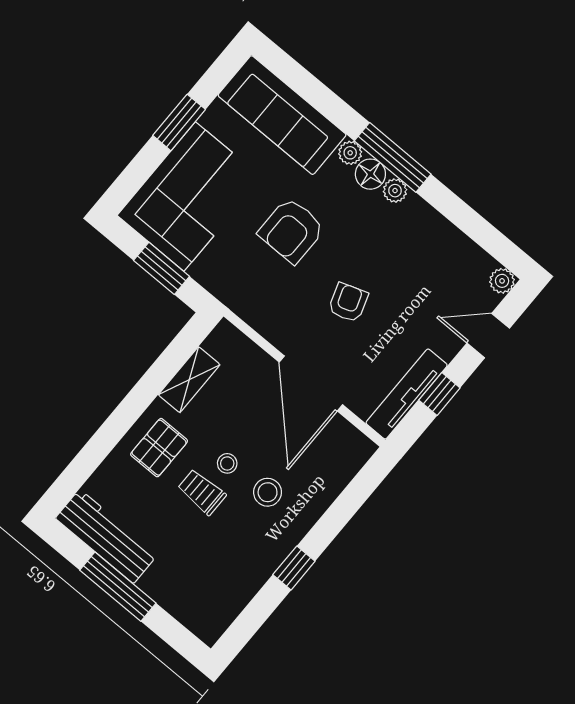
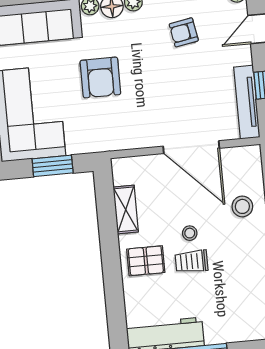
armchair: (348, 303) -> (184, 32), moved, turned -81
pallet: (159, 448) -> (146, 261), turned 90
stool: (268, 492) -> (242, 206), moved

